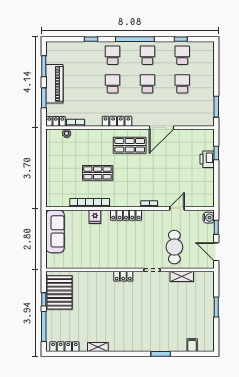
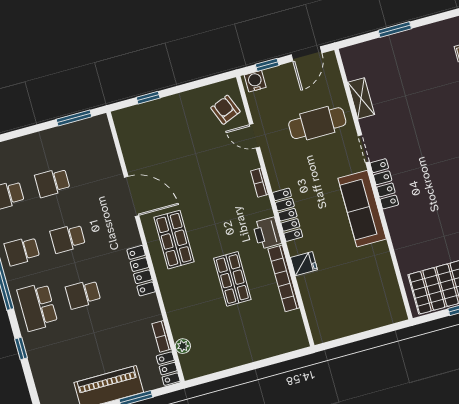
school desk: (113, 55) -> (37, 307), width x1.85
printer: (207, 159) -> (267, 233), moved, turned 90
armchair: (197, 196) -> (225, 110), added
sofa: (55, 231) -> (362, 209), moved, turned -90
locker: (123, 276) -> (384, 184), width x1.53

